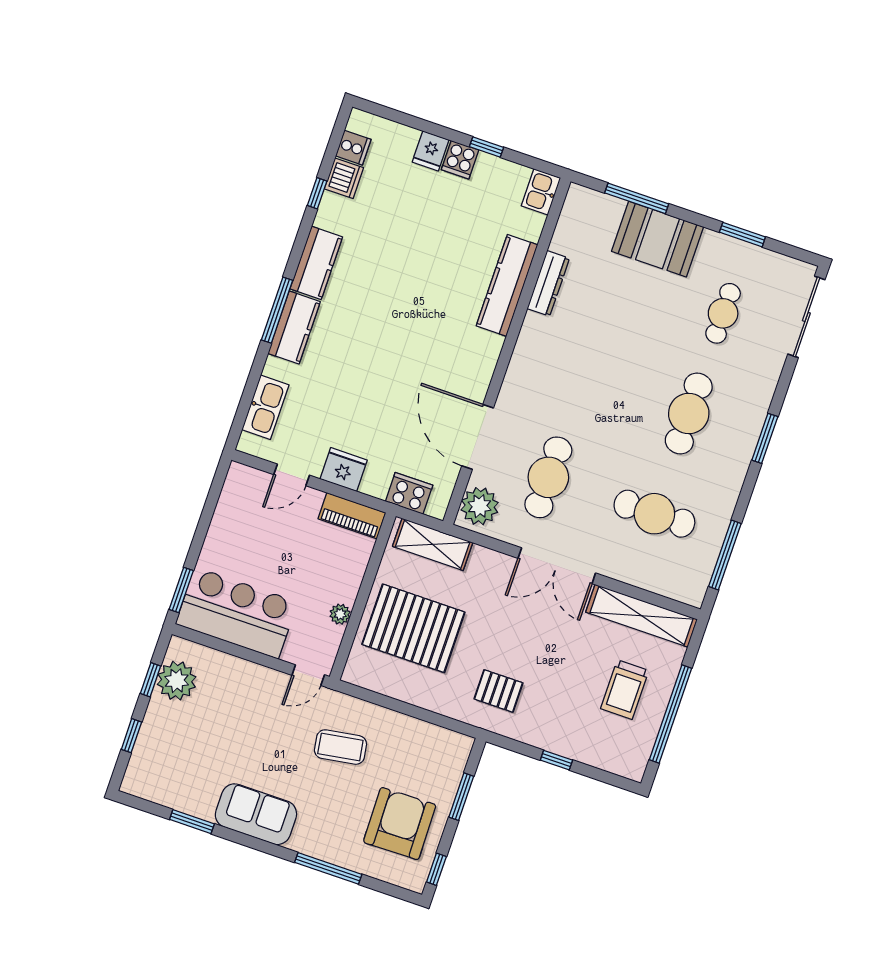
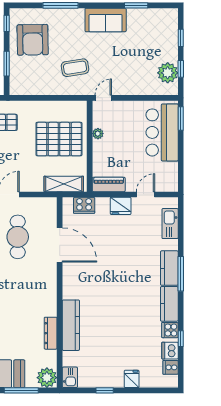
cooker: (460, 160) -> (170, 330), moved, turned -90
plant: (480, 506) -> (47, 378), moved
bar counter: (237, 613) -> (162, 132), moved, turned 90

